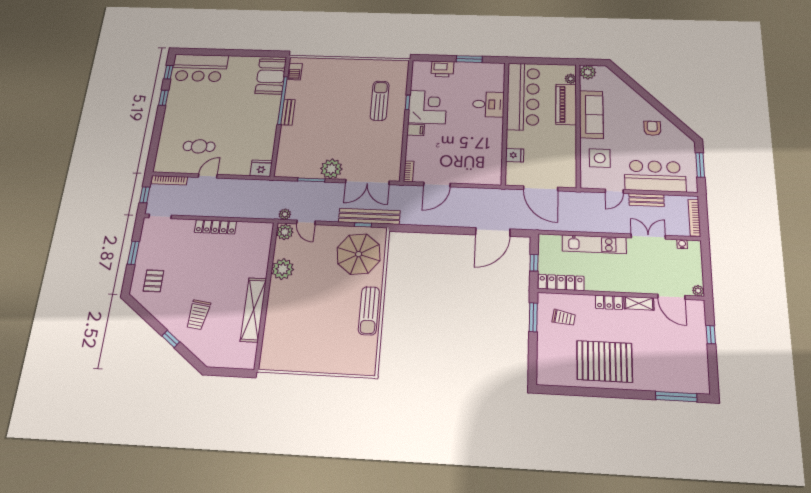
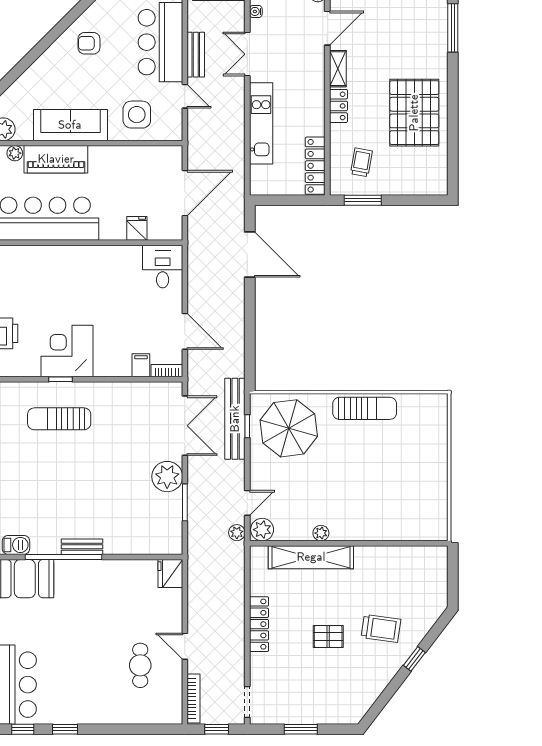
desk: (488, 104) -> (163, 266), moved
filing cabinet: (416, 130) -> (141, 365), moved
window: (534, 263) -> (290, 200), removed
plant: (283, 269) -> (321, 533), width x0.53, depth x0.53
pallet: (153, 281) -> (328, 637), moved
shelving: (254, 310) -> (311, 557), moved

